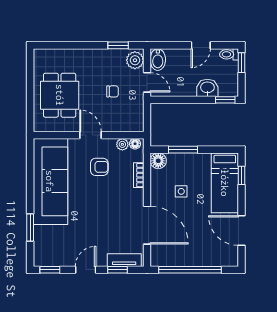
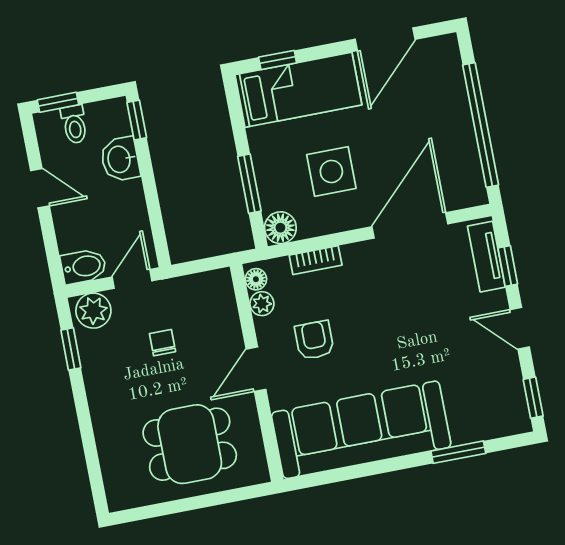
toilet: (229, 54) -> (74, 124), moved
side table: (181, 191) -> (331, 171), width x1.87, depth x1.87

